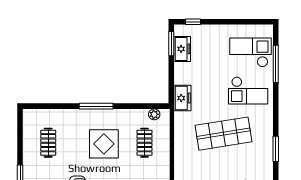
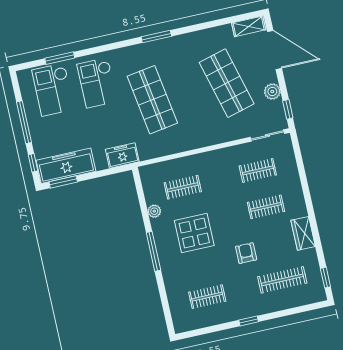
window: (229, 22) -> (24, 122), added
freezer: (182, 49) -> (66, 166), width x1.91, depth x1.26
window: (276, 64) -> (60, 58), width x0.69
checkout: (248, 91) -> (97, 83), turned 180
plant: (154, 114) -> (154, 211), moved

